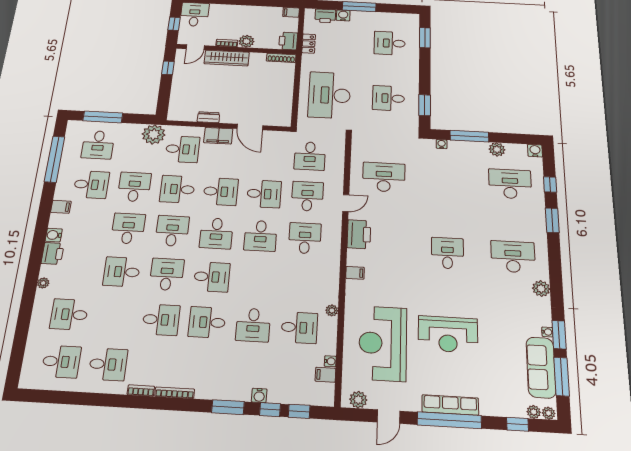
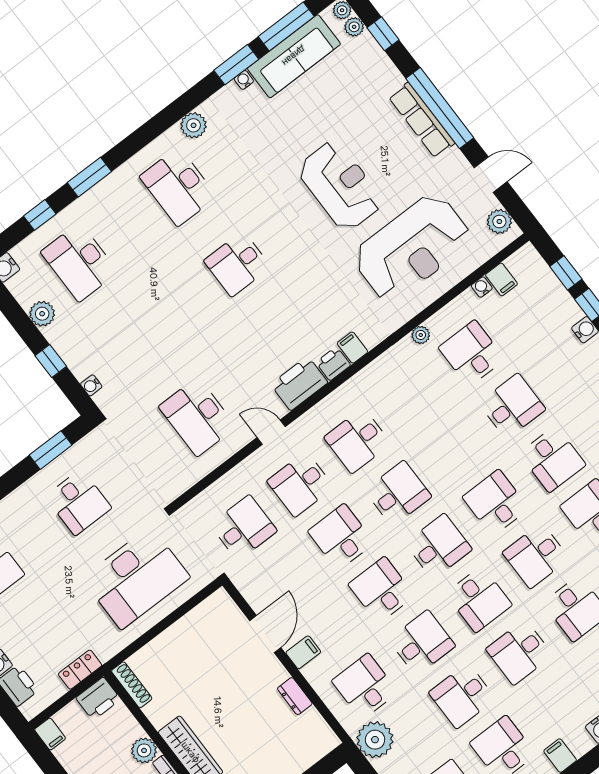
filing cabinet: (218, 136) -> (303, 652), width x0.50
window: (469, 136) -> (51, 361), width x0.46
desk: (177, 189) -> (422, 643), turned -90
desk: (172, 231) -> (479, 599), turned -90
printer: (355, 257) -> (333, 364), added

